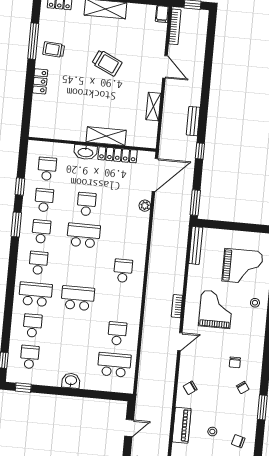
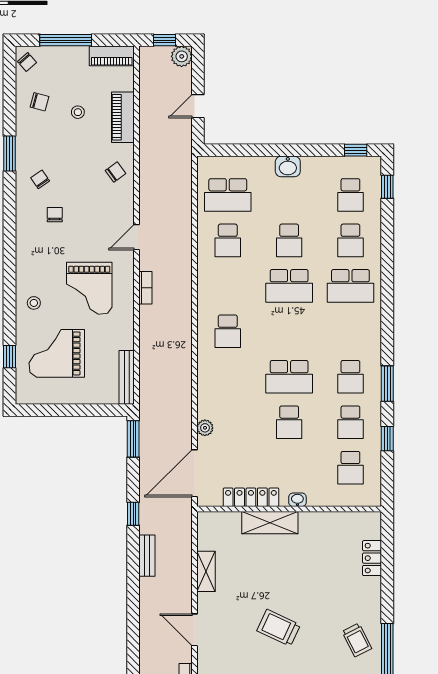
trolley: (54, 50) -> (357, 640), turned 59
locker: (40, 81) -> (372, 558), moved
washbasin: (85, 152) -> (297, 500), width x0.52, depth x0.69
school desk: (38, 263) -> (289, 240), moved

